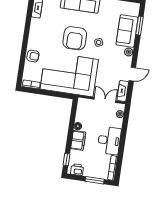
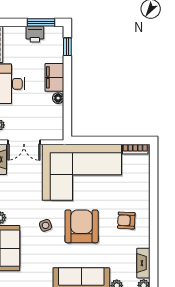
armchair: (33, 56) -> (126, 221), moved
printer: (77, 170) -> (35, 34), moved
window: (95, 180) -> (41, 22), moved

